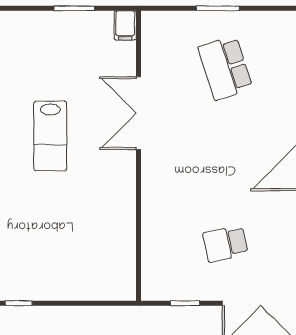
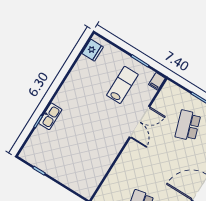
double door: (139, 113) -> (139, 122), swing flipped
lab bench: (50, 136) -> (122, 85), moved, turned 180

